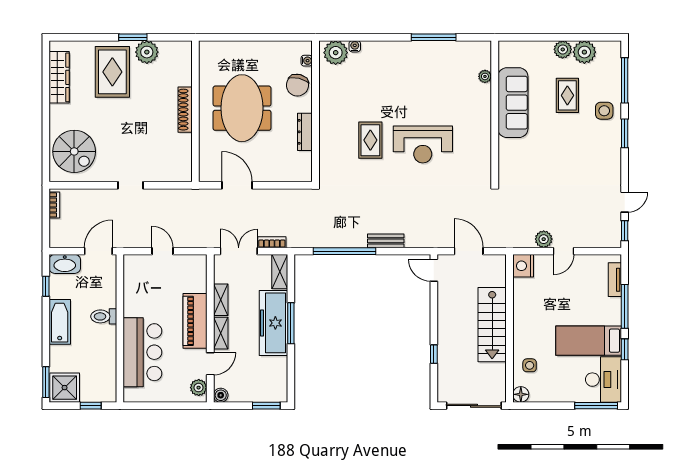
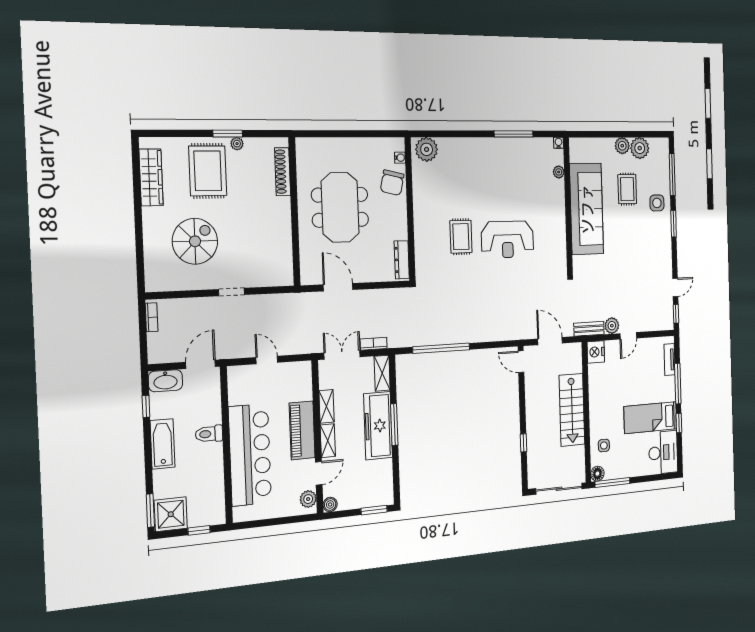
water cooler: (355, 46) -> (559, 143), moved
plant: (147, 52) -> (237, 144), width x0.53, depth x0.53
sofa: (513, 103) -> (587, 209), width x1.36, depth x1.27
shoe rack: (185, 110) -> (283, 172), moved
dresser: (305, 132) -> (402, 260), moved
spiral stairs: (74, 151) -> (195, 241), moved, turned -90
bench: (386, 241) -> (589, 329), moved
bar counter: (142, 352) -> (250, 455), width x1.36
window: (596, 406) -> (612, 482), moved

